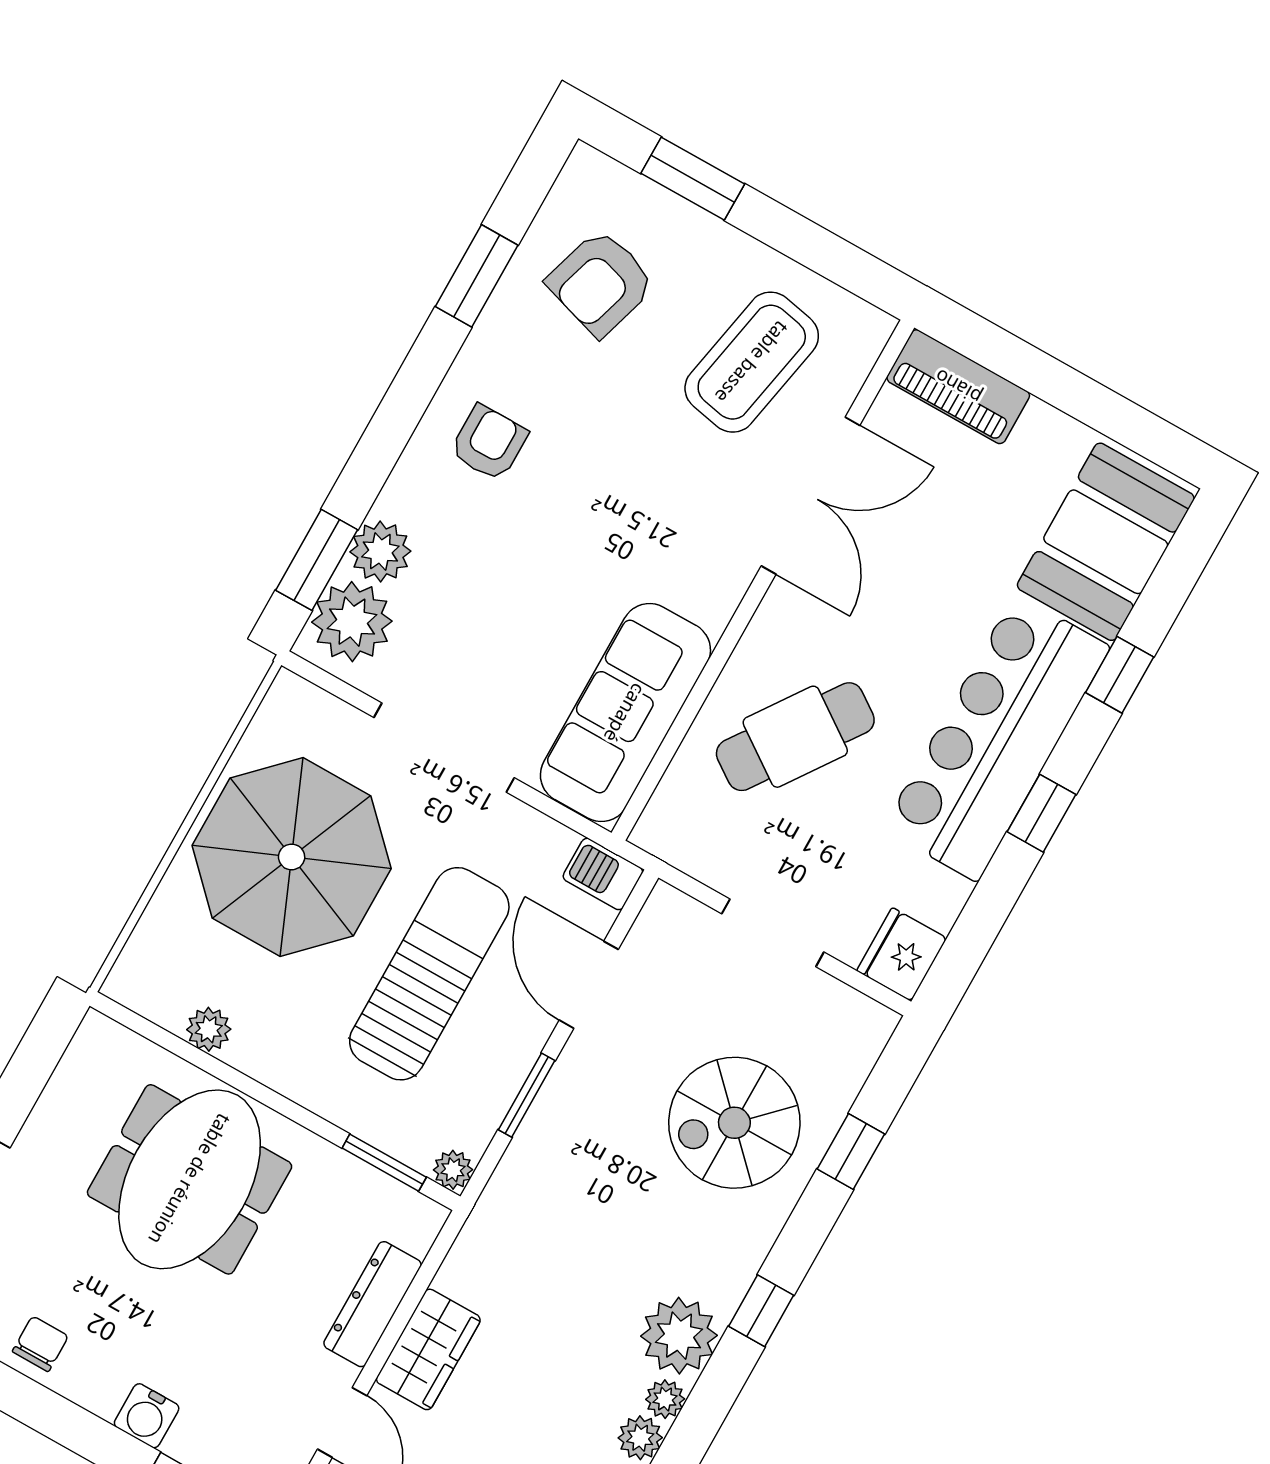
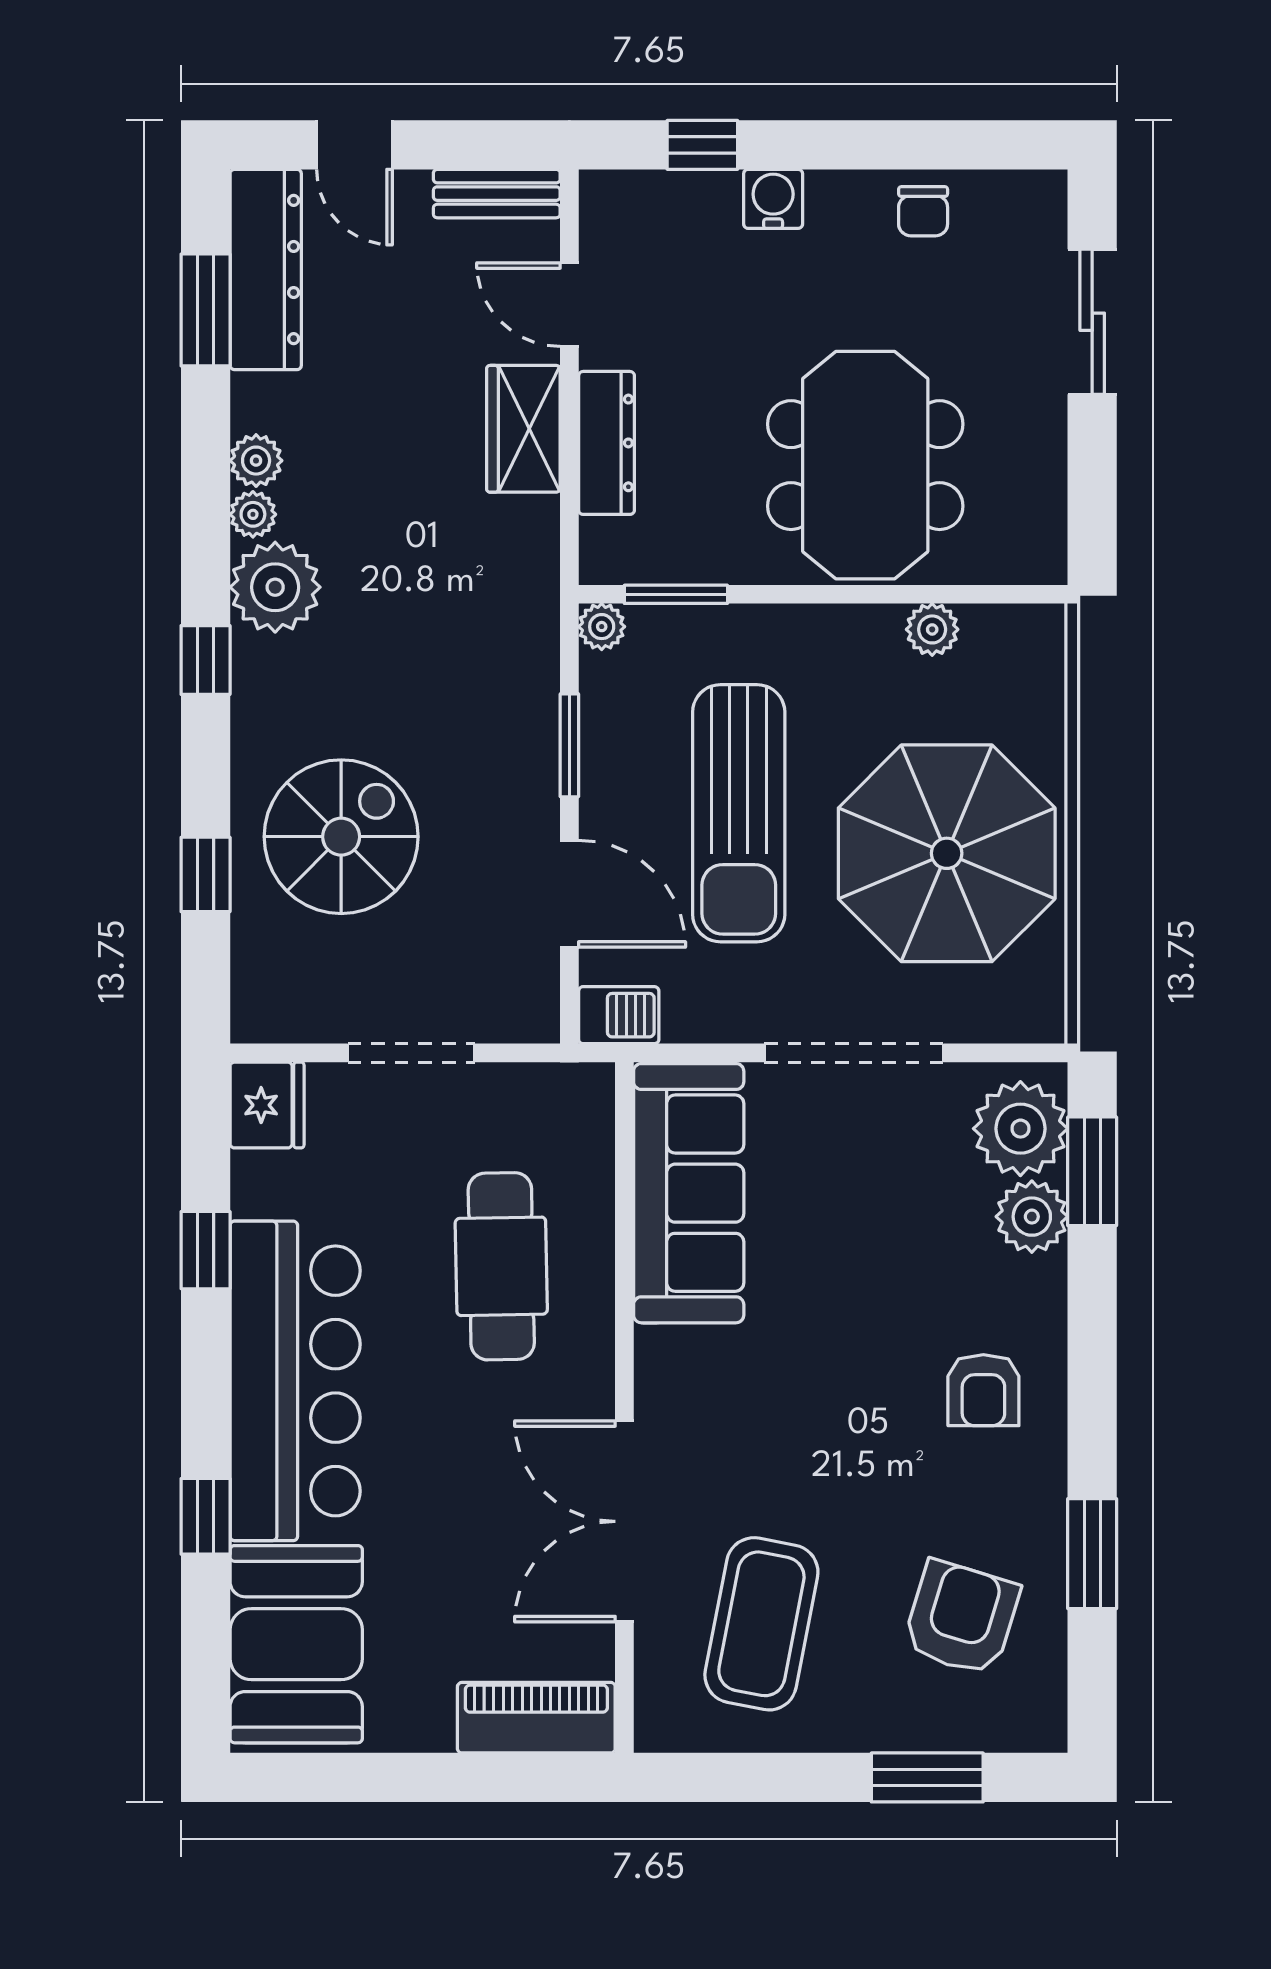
cafe table: (795, 737) -> (501, 1266), turned -36
window: (1041, 813) -> (206, 1250), moved

